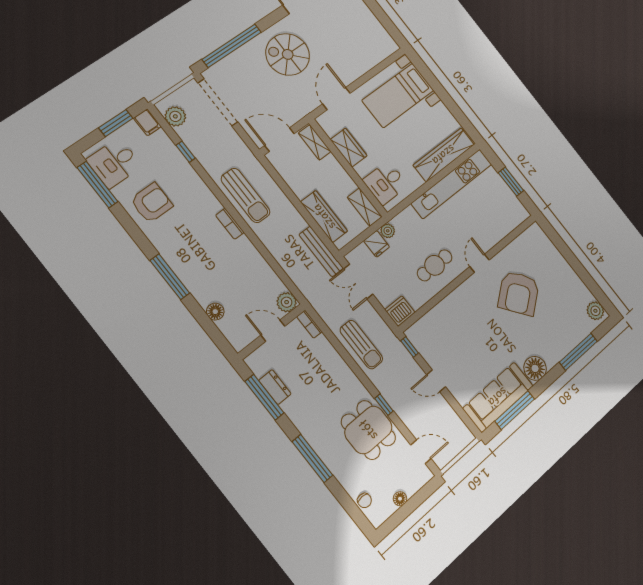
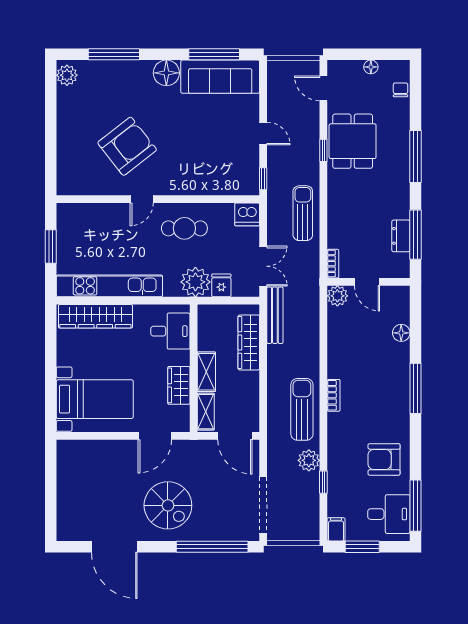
plant: (175, 116) -> (309, 460), moved
shelving: (365, 207) -> (206, 372), moved
plant: (388, 231) -> (195, 282), width x1.88, depth x1.88

